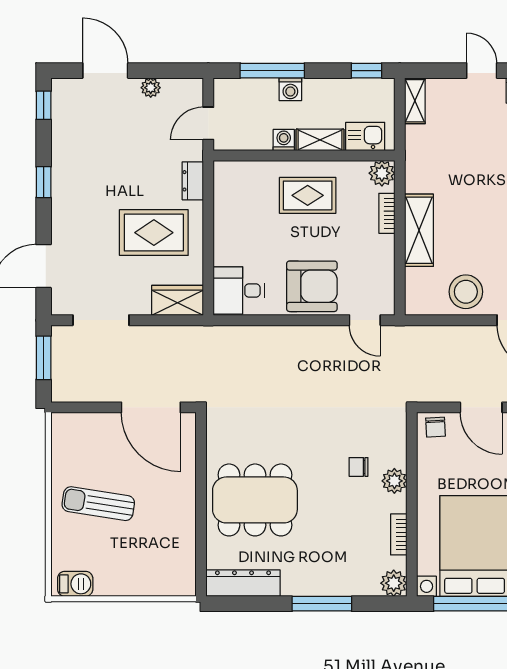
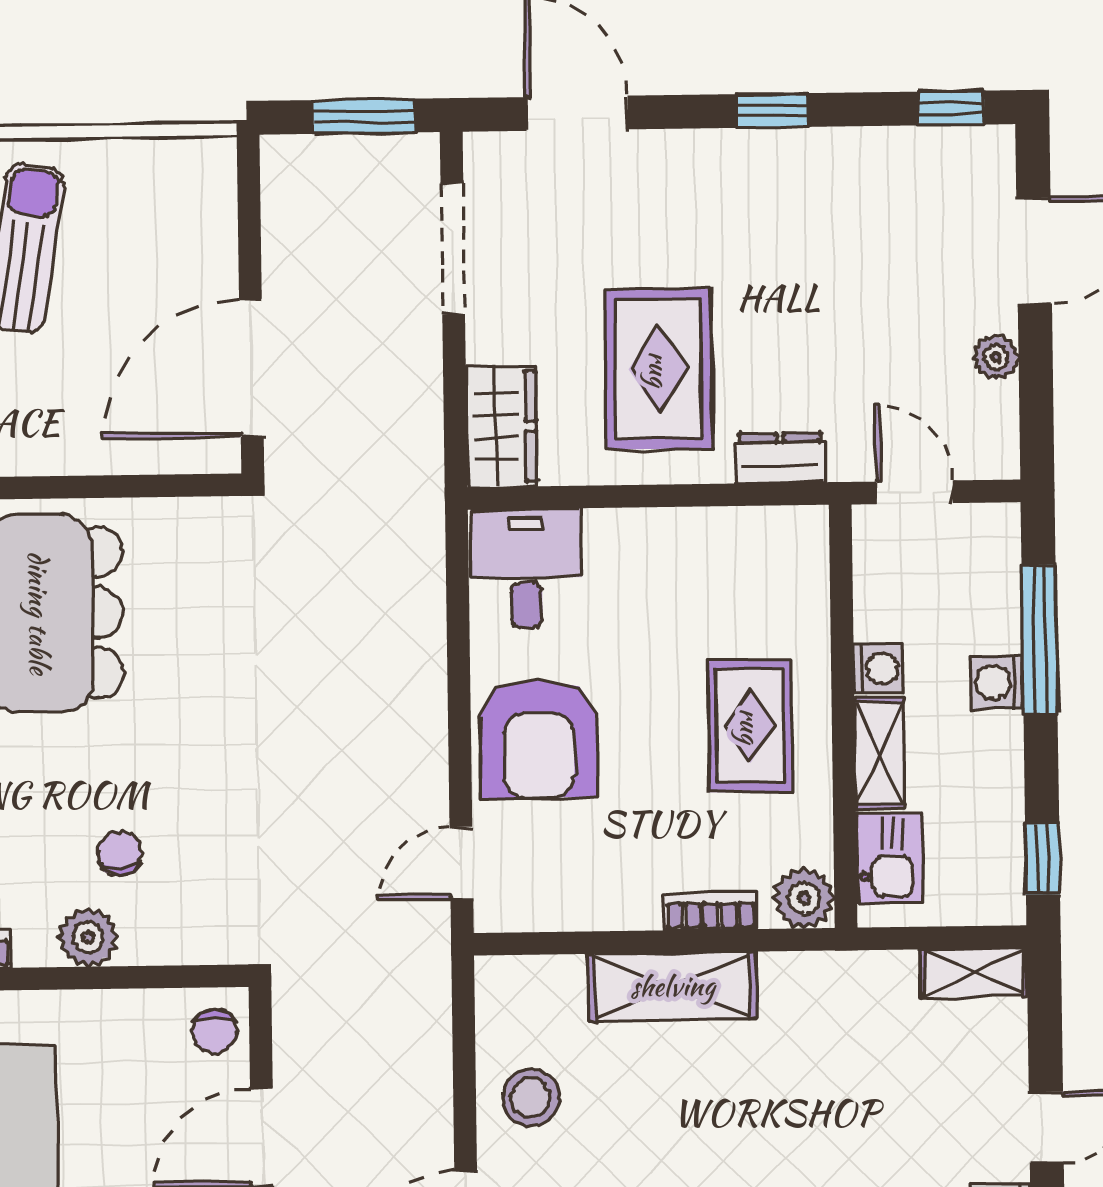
stool: (466, 292) -> (531, 1098), width x0.73, depth x0.73
chair: (436, 427) -> (215, 1031), turned -87

